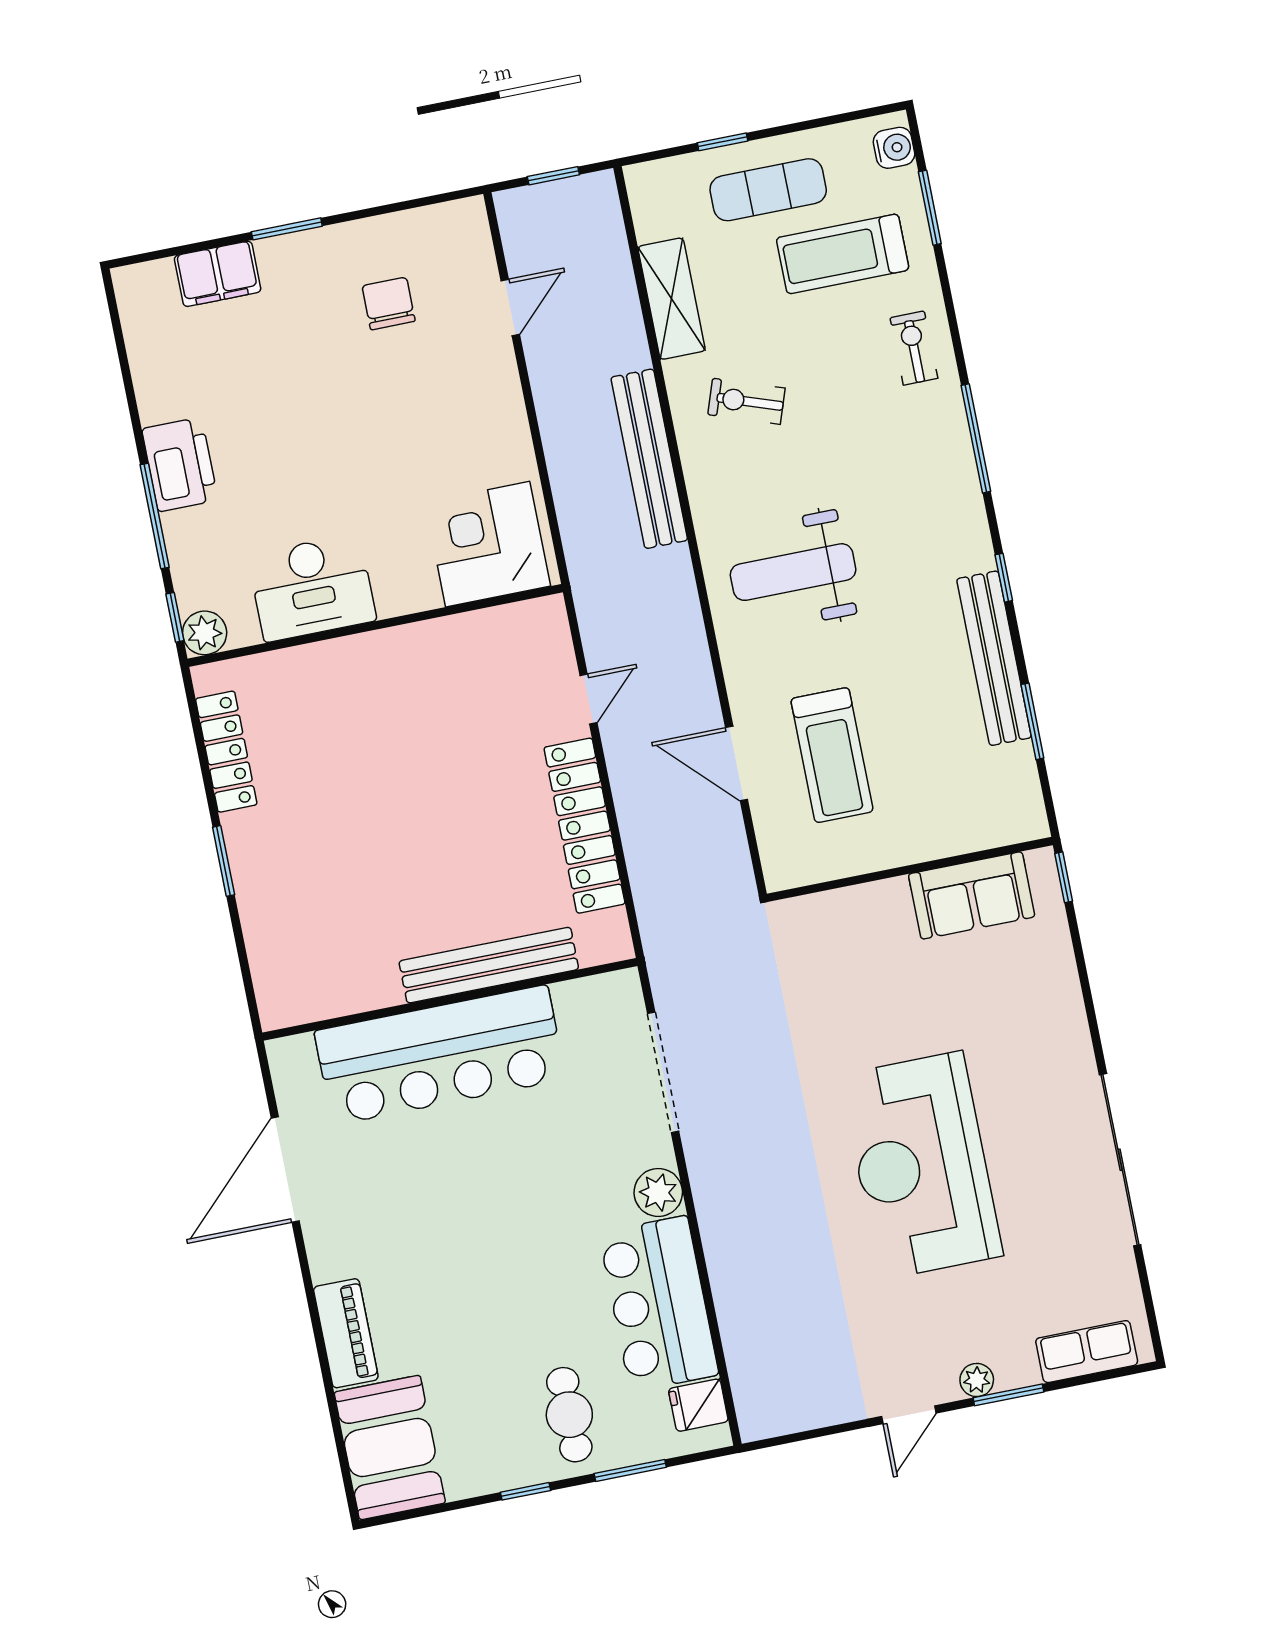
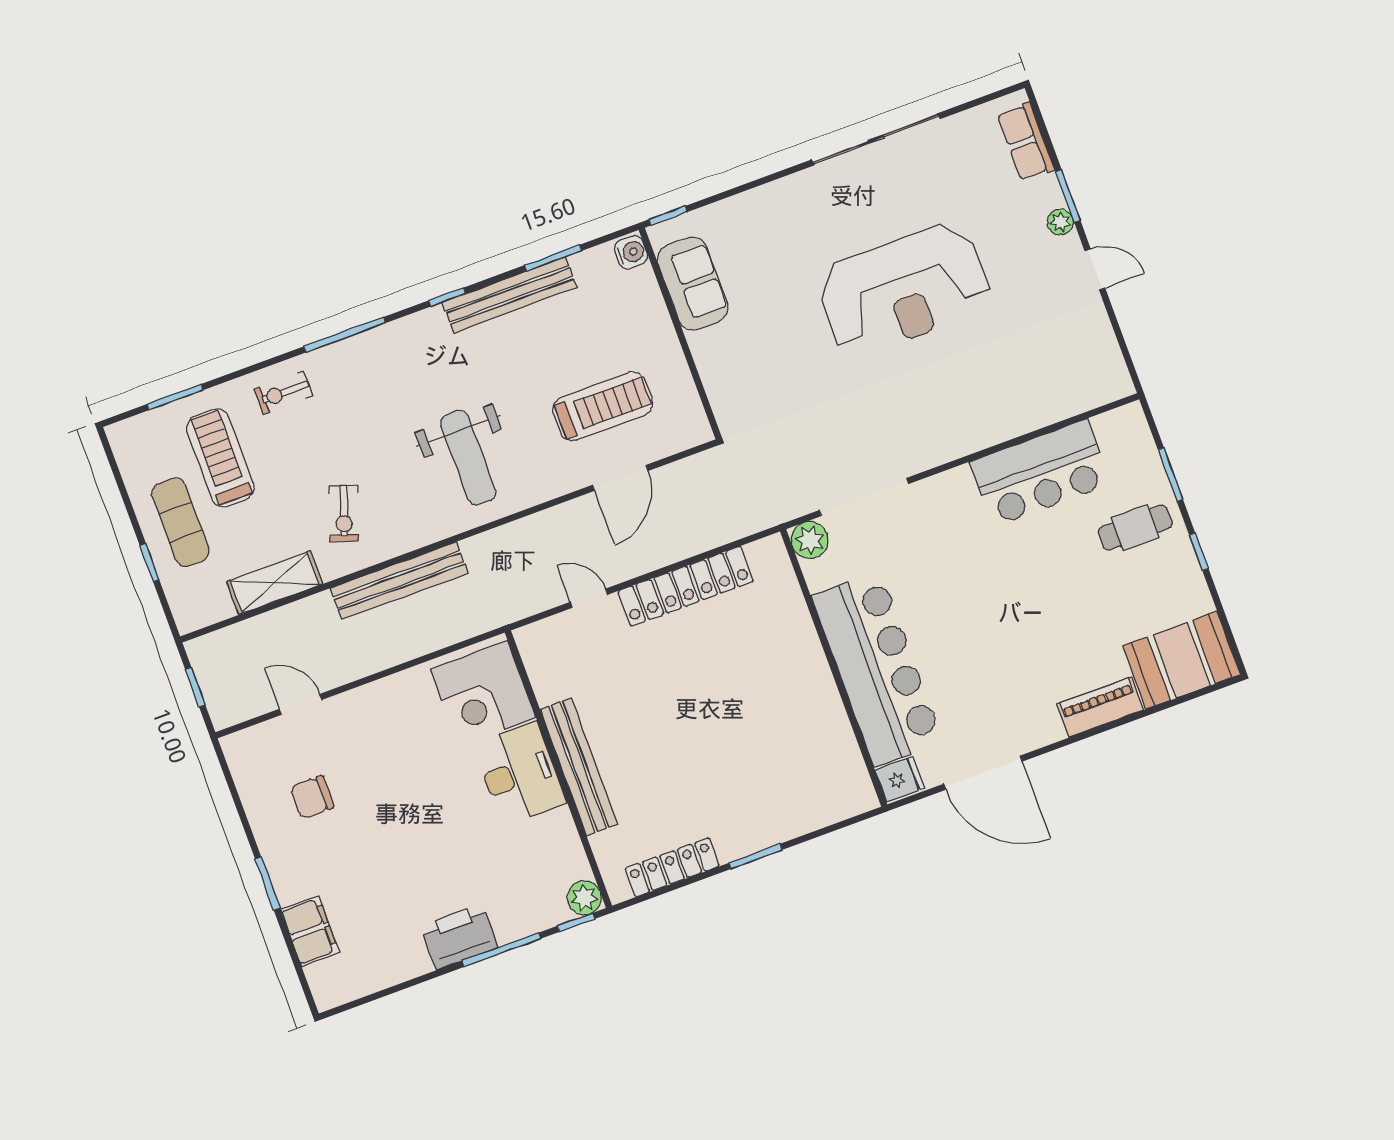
water cooler: (894, 148) -> (631, 252), moved, turned 90
treadmill: (843, 254) -> (220, 458), turned 180
desk: (312, 588) -> (520, 774), moved
bench: (489, 965) -> (579, 767), moved
plant: (658, 1192) -> (810, 540), moved
fridge: (698, 1405) -> (900, 779), moved, turned -90

